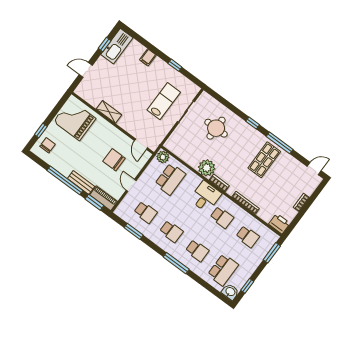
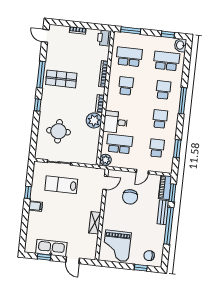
kitchen sink: (117, 46) -> (51, 248), moved
filing cabinet: (148, 57) -> (35, 206), moved
desk: (206, 197) -> (116, 122), moved
school desk: (248, 237) -> (129, 57), width x1.85

